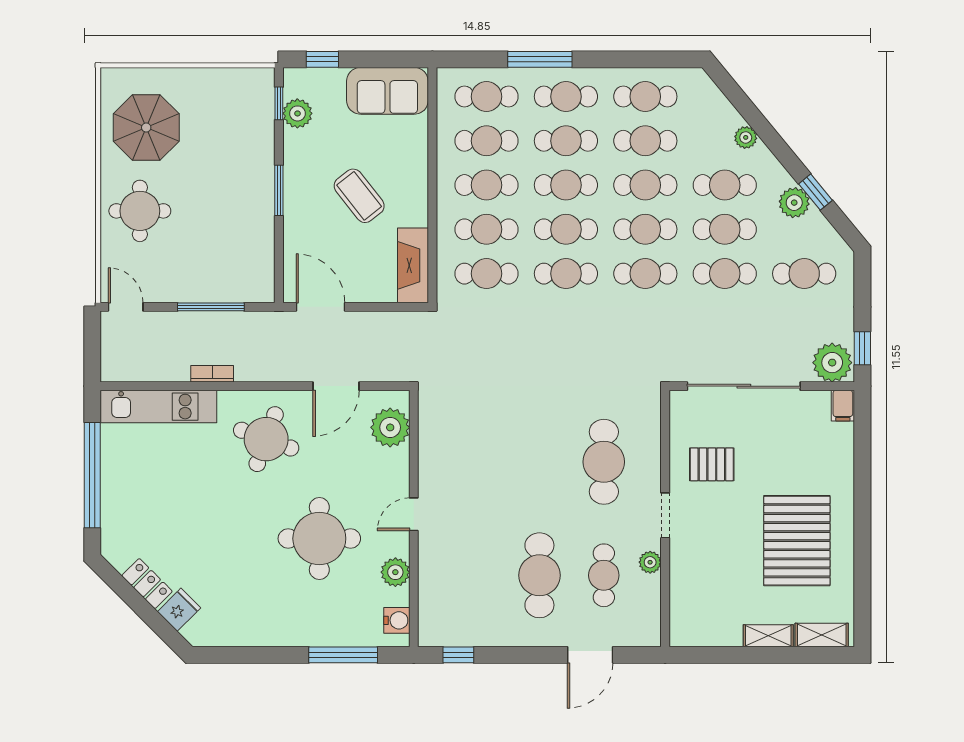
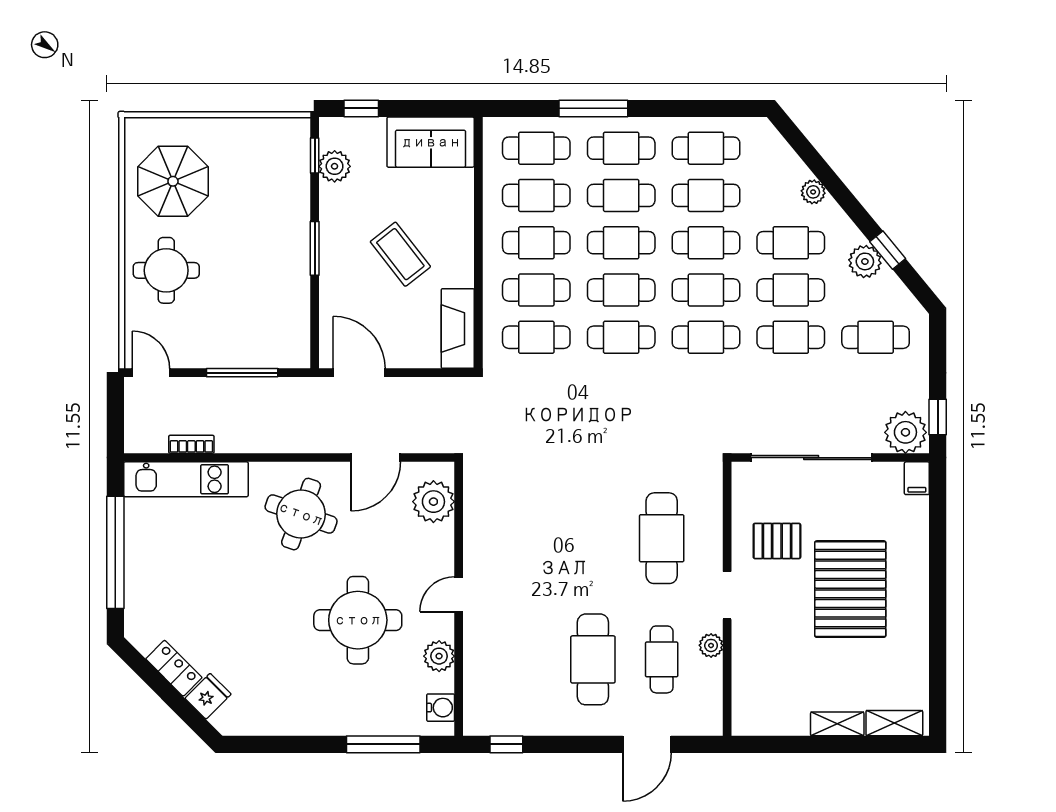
bookcase: (212, 374) -> (191, 444), moved
pallet: (797, 541) -> (850, 589), moved

